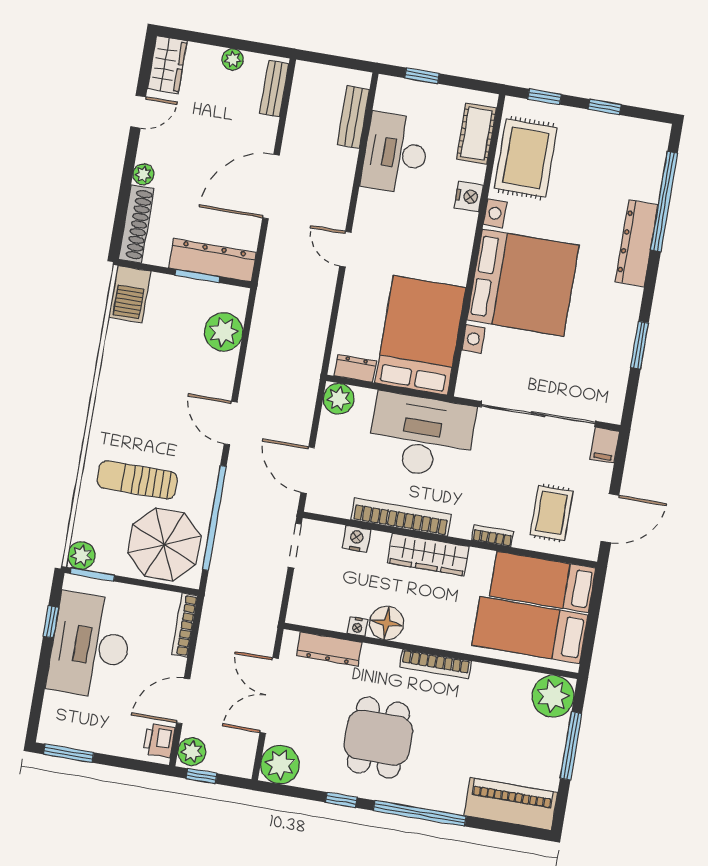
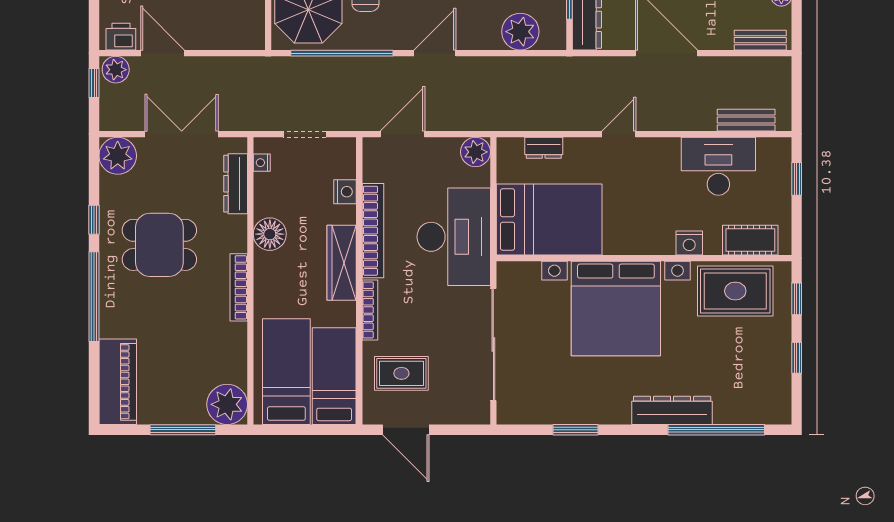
dresser: (355, 368) -> (544, 148), moved, turned 90
filing cabinet: (605, 445) -> (475, 413), removed
bookcase: (492, 536) -> (370, 310), width x1.56
doorway: (295, 546) -> (305, 134), moved
bookcase: (185, 625) -> (235, 42), removed
nightstand: (357, 626) -> (262, 163), moved

